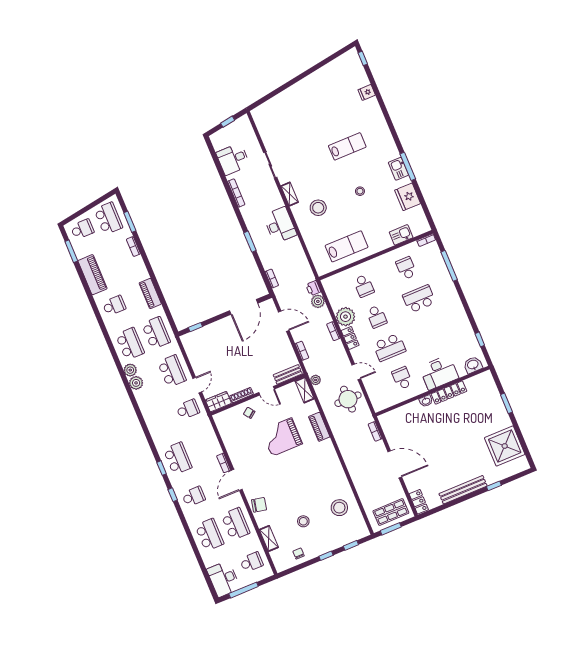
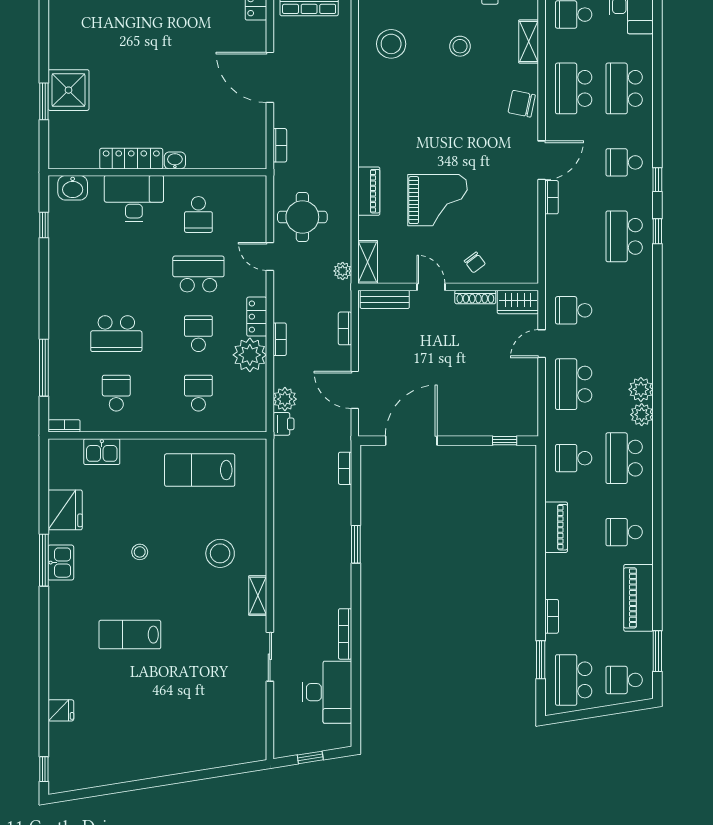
desk: (233, 159) -> (327, 692), width x1.37
desk: (280, 225) -> (295, 551), removed
school desk: (406, 268) -> (116, 393), turned 180
school desk: (156, 333) -> (574, 458), width x0.54
shower: (505, 446) -> (68, 90), moved, width x0.73, depth x0.73

